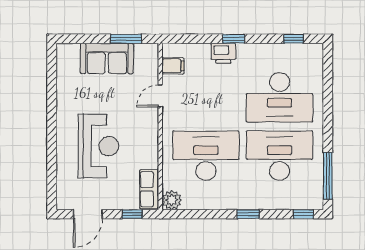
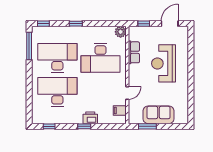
desk: (280, 156) -> (57, 58), turned 180
row of seats: (149, 189) -> (134, 52), moved

